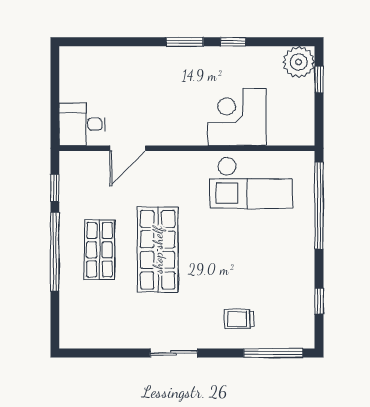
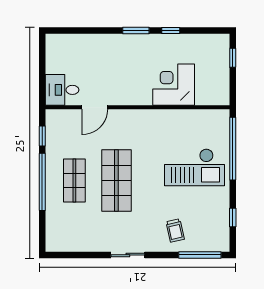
plant: (299, 62) -> (218, 45), removed
checkout: (251, 183) -> (194, 167), moved
trolley: (239, 319) -> (175, 231), turned -103

